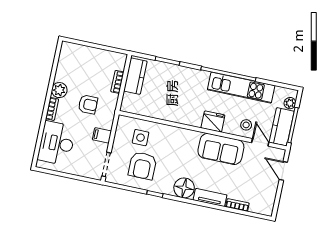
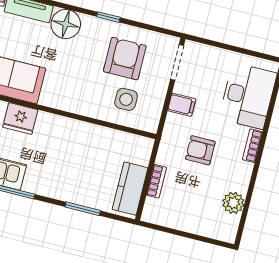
plant: (59, 90) -> (233, 203), moved

